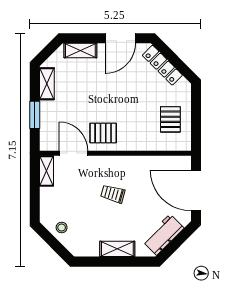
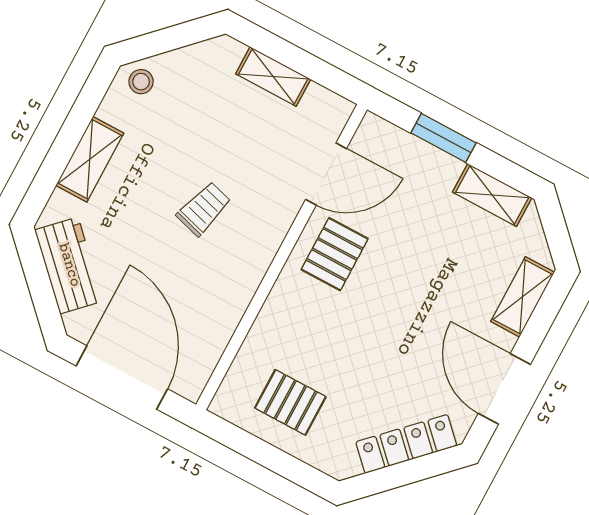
shelving: (46, 171) -> (273, 77), moved
door: (196, 191) -> (122, 377), hinge flipped
stool: (62, 228) -> (141, 82), moved

